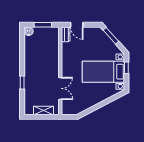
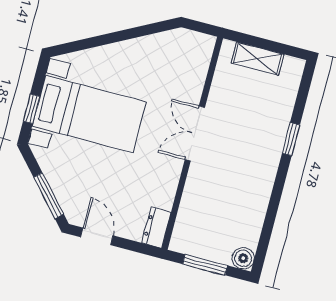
door: (77, 25) -> (97, 236), moved
double door: (60, 88) -> (195, 133), moved

